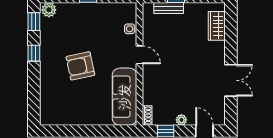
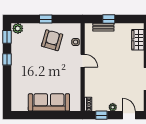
armchair: (80, 66) -> (52, 40), moved, turned 118
sofa: (124, 97) -> (49, 102), moved, turned 90

